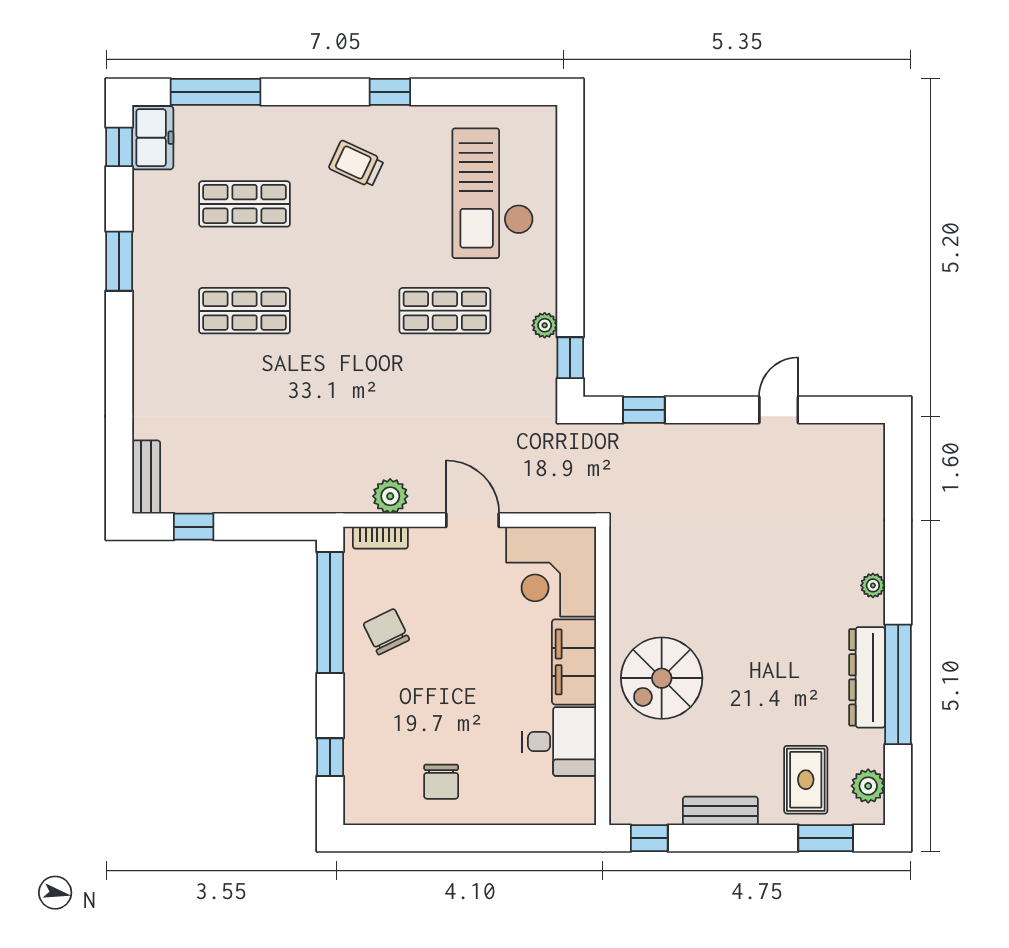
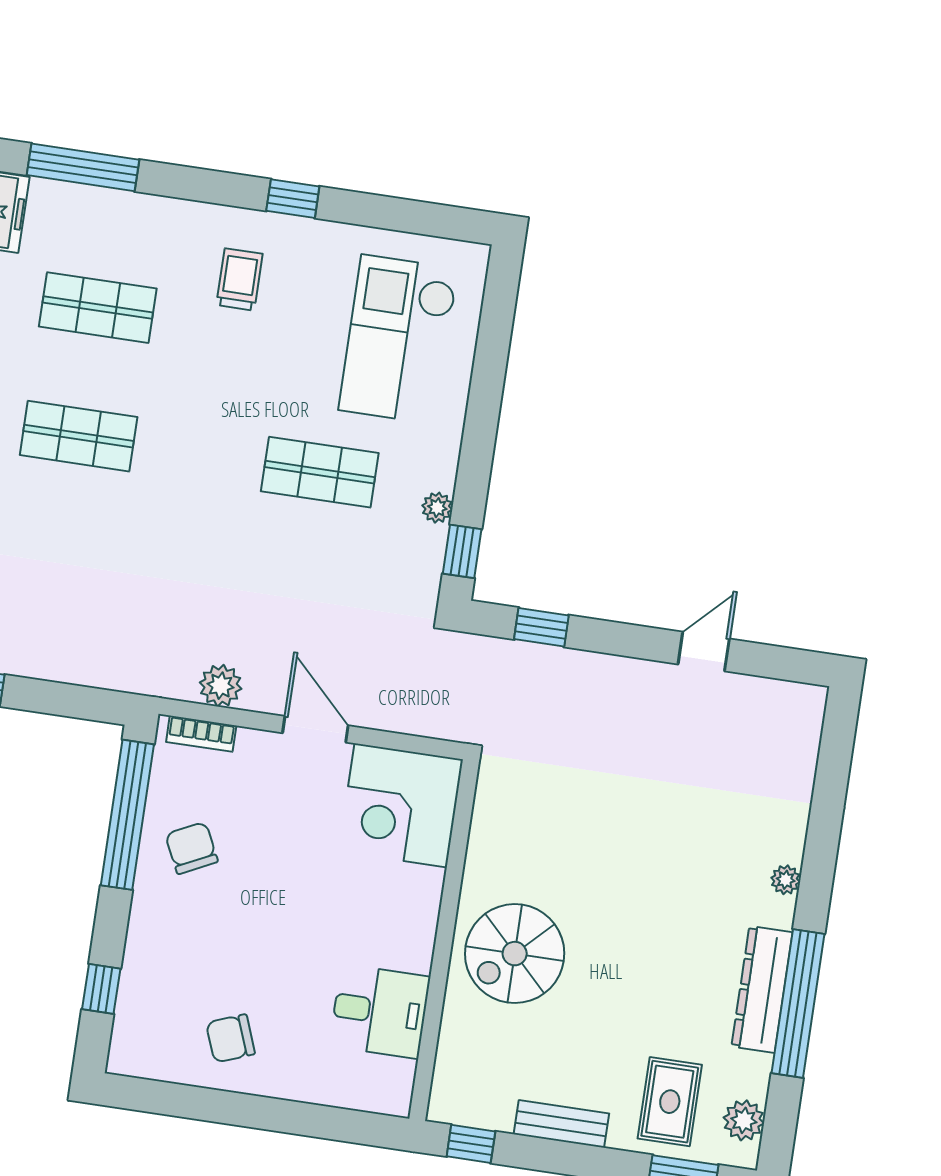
trolley: (356, 164) -> (239, 279), turned 65
filing cabinet: (574, 662) -> (412, 918), removed
chair: (441, 782) -> (231, 1038), turned 69

